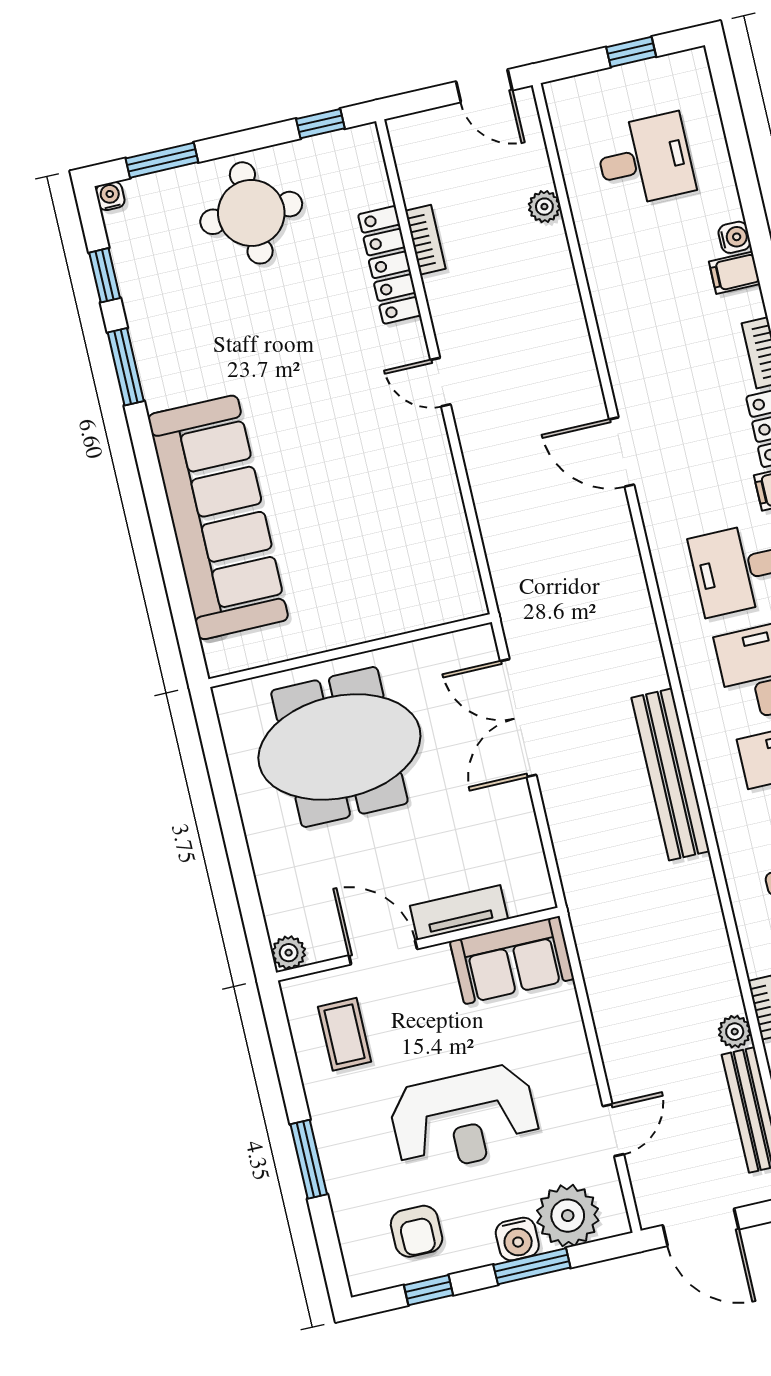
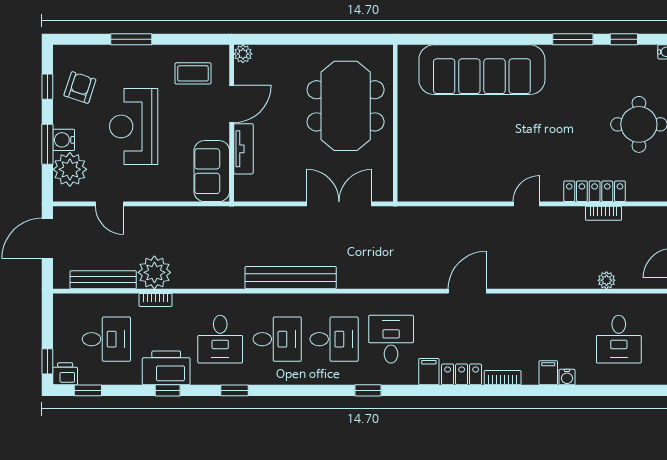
plant: (735, 1032) -> (154, 272), width x1.88, depth x1.88
armchair: (417, 1231) -> (80, 87), turned 108

